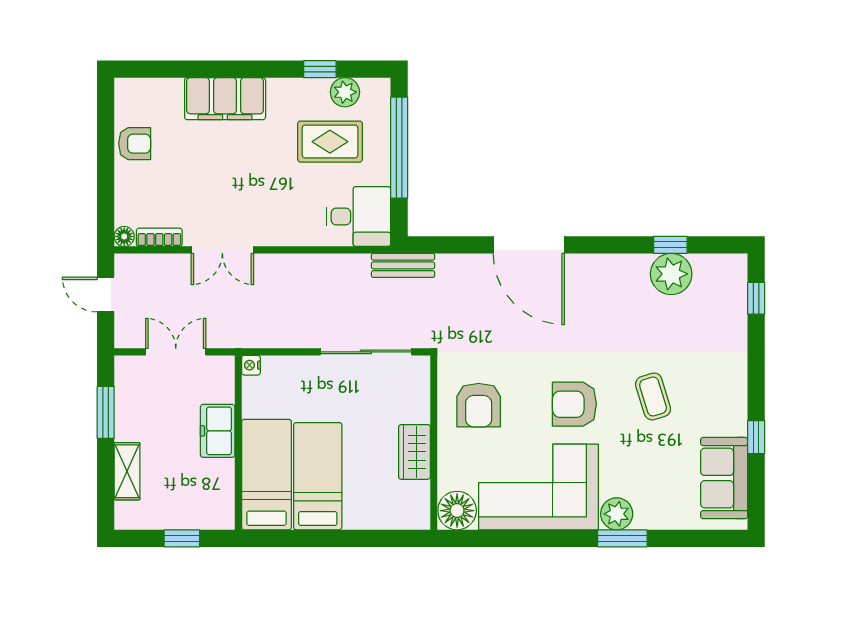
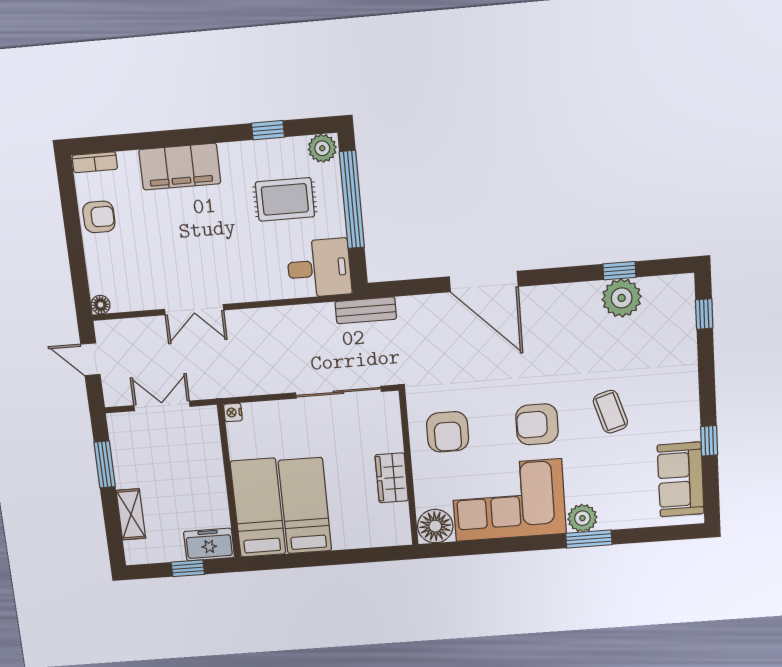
plant: (345, 92) -> (322, 148), moved
bookcase: (159, 237) -> (95, 162), moved, turned 180
freezer: (218, 431) -> (209, 545), moved, turned 90

